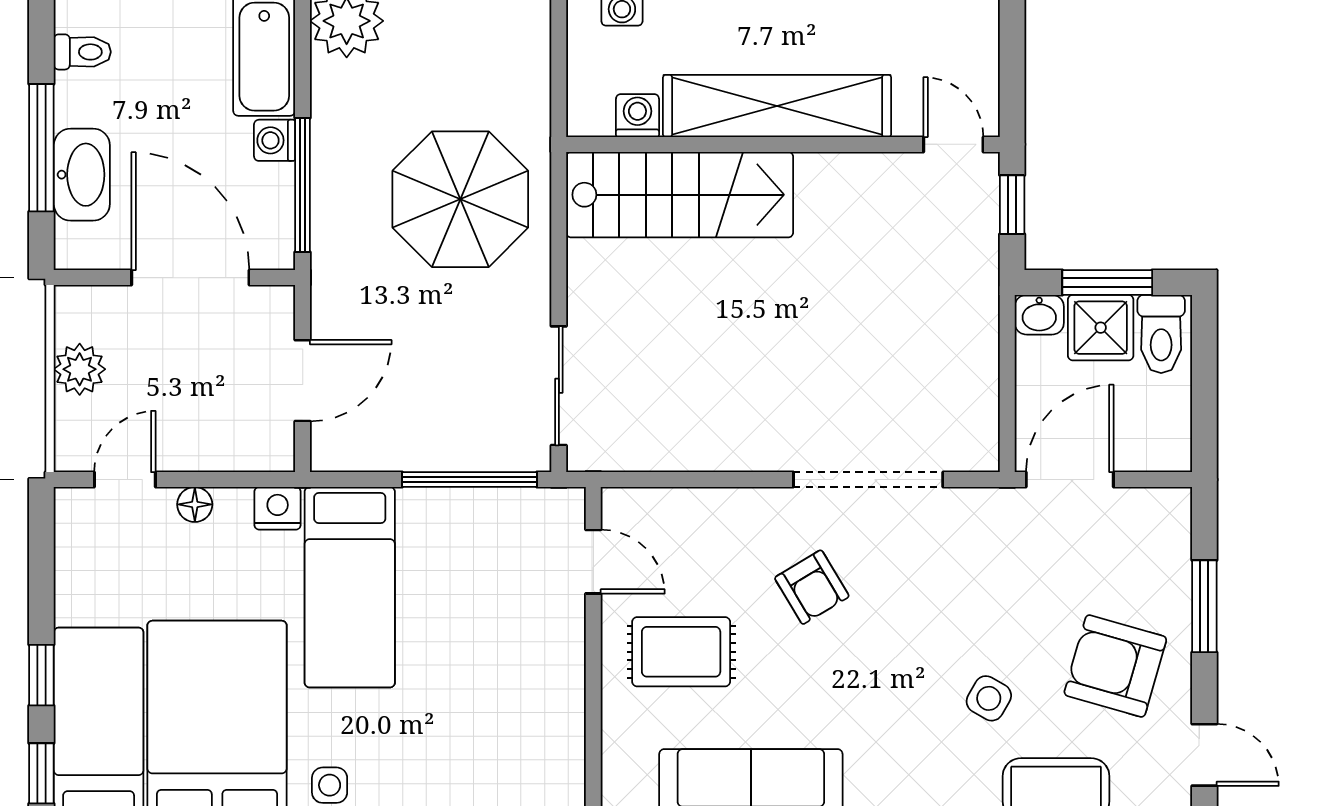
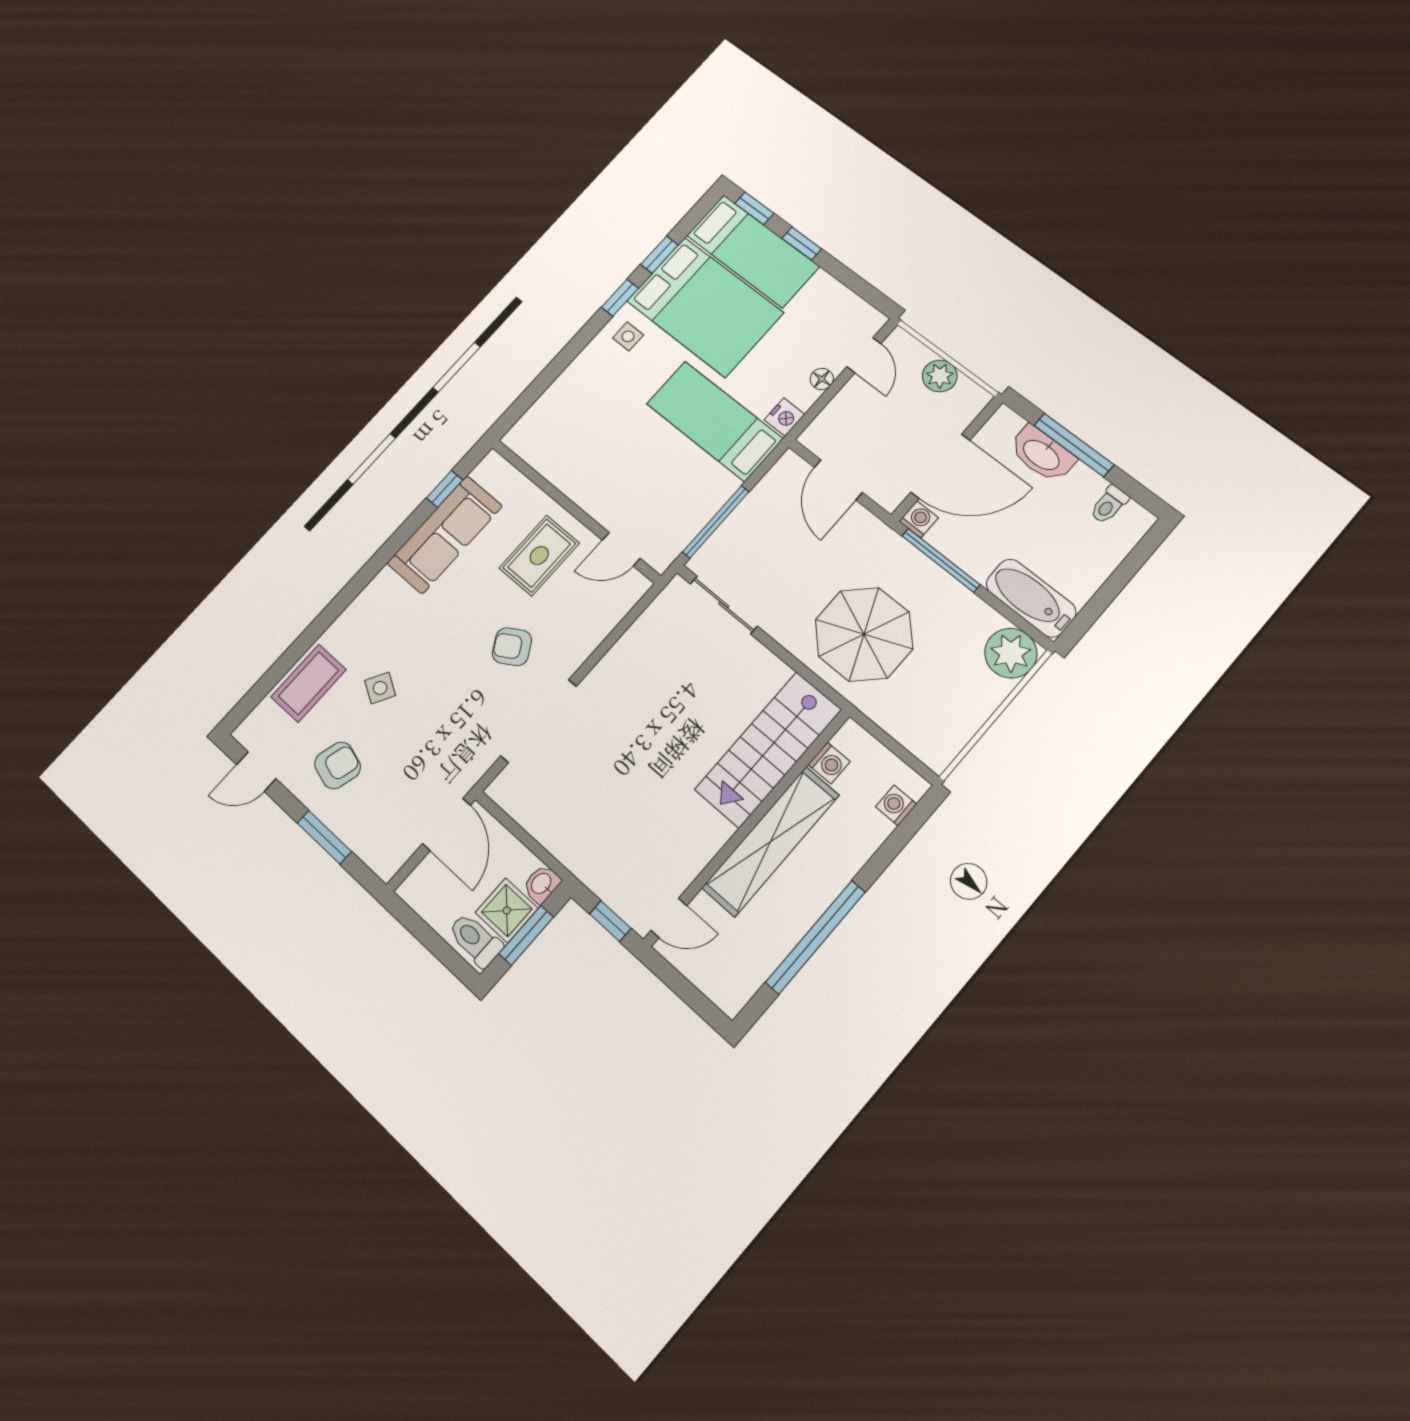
washing machine: (275, 140) -> (919, 519), moved
armchair: (1115, 666) -> (338, 765), width x0.72, depth x0.72

